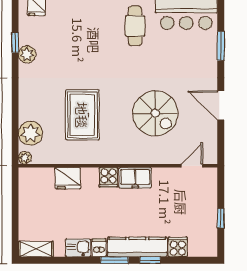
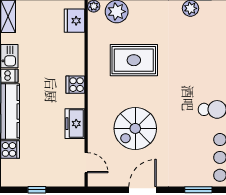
fridge: (68, 178) -> (75, 21), moved
freezer: (135, 178) -> (75, 124), moved

